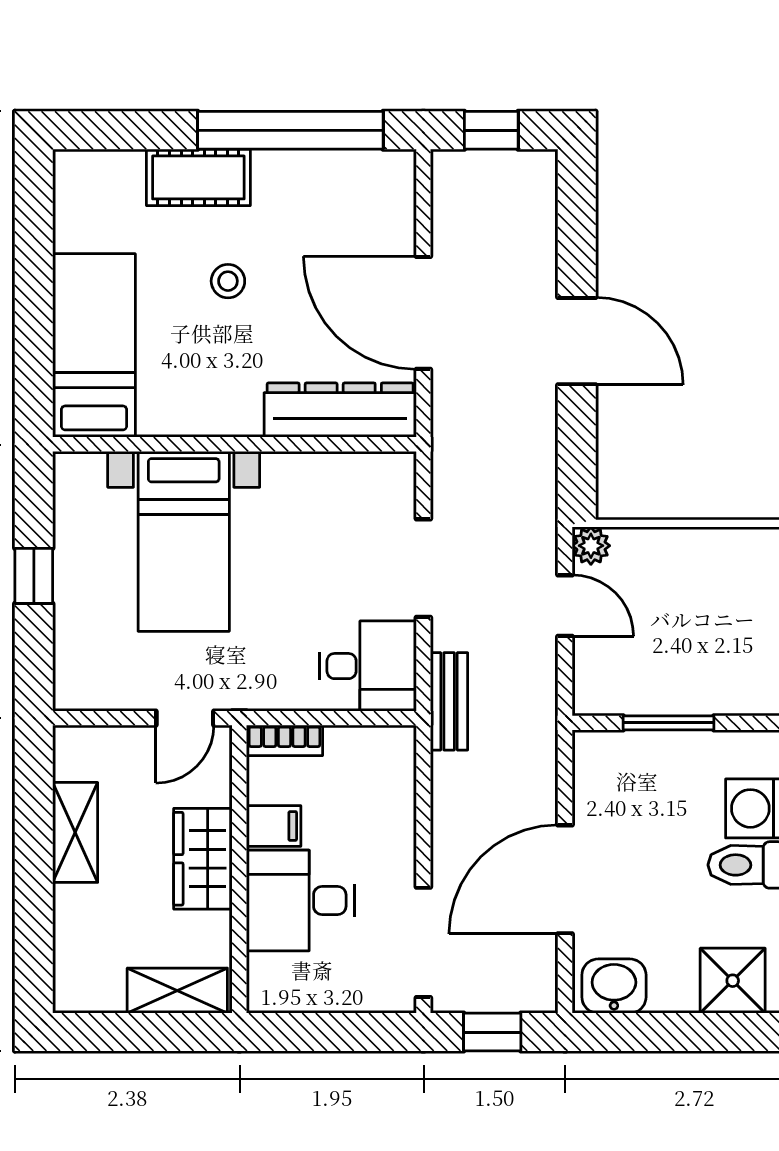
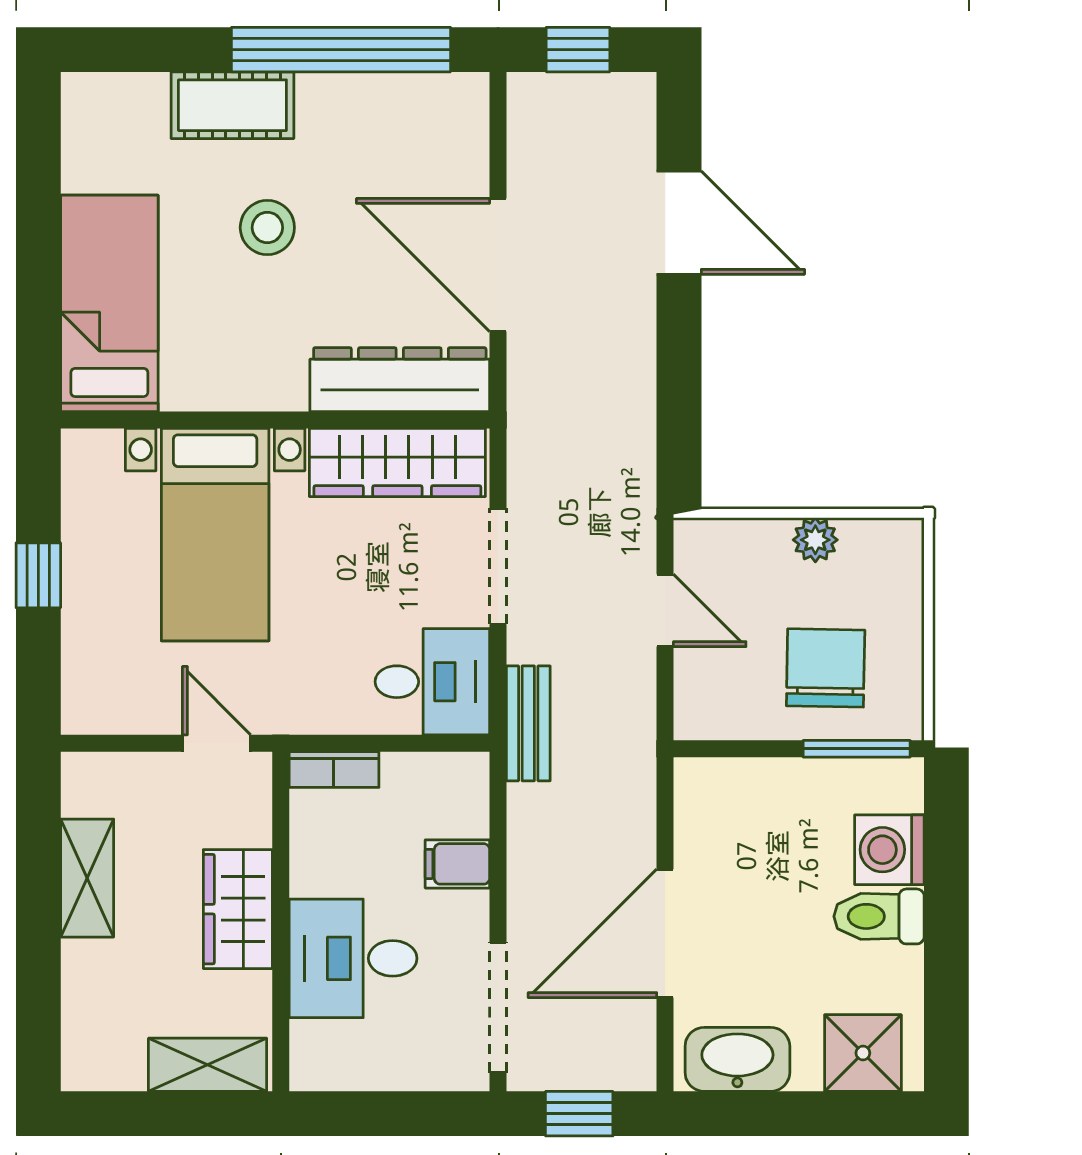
stool: (228, 281) -> (267, 228), width x1.37, depth x1.37
door: (577, 341) -> (679, 223), moved
wardrobe: (338, 480) -> (397, 462), added
plant: (591, 546) -> (815, 540), moved
chair: (701, 654) -> (826, 668), added
door: (185, 718) -> (217, 743), swing flipped
window: (669, 723) -> (857, 749), moved
filing cabinet: (274, 826) -> (457, 864), moved, turned 180
washbasin: (614, 986) -> (737, 1059), width x1.38

